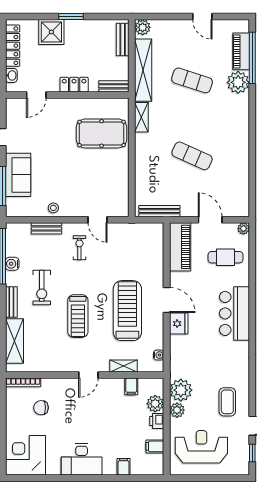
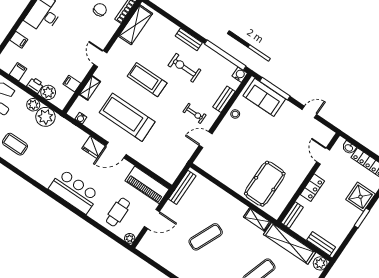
sofa: (18, 175) -> (264, 97), moved
water cooler: (12, 264) -> (240, 75), moved
treadmill: (127, 311) -> (127, 117), turned 180
shelving: (14, 341) -> (136, 25), moved, turned 90

